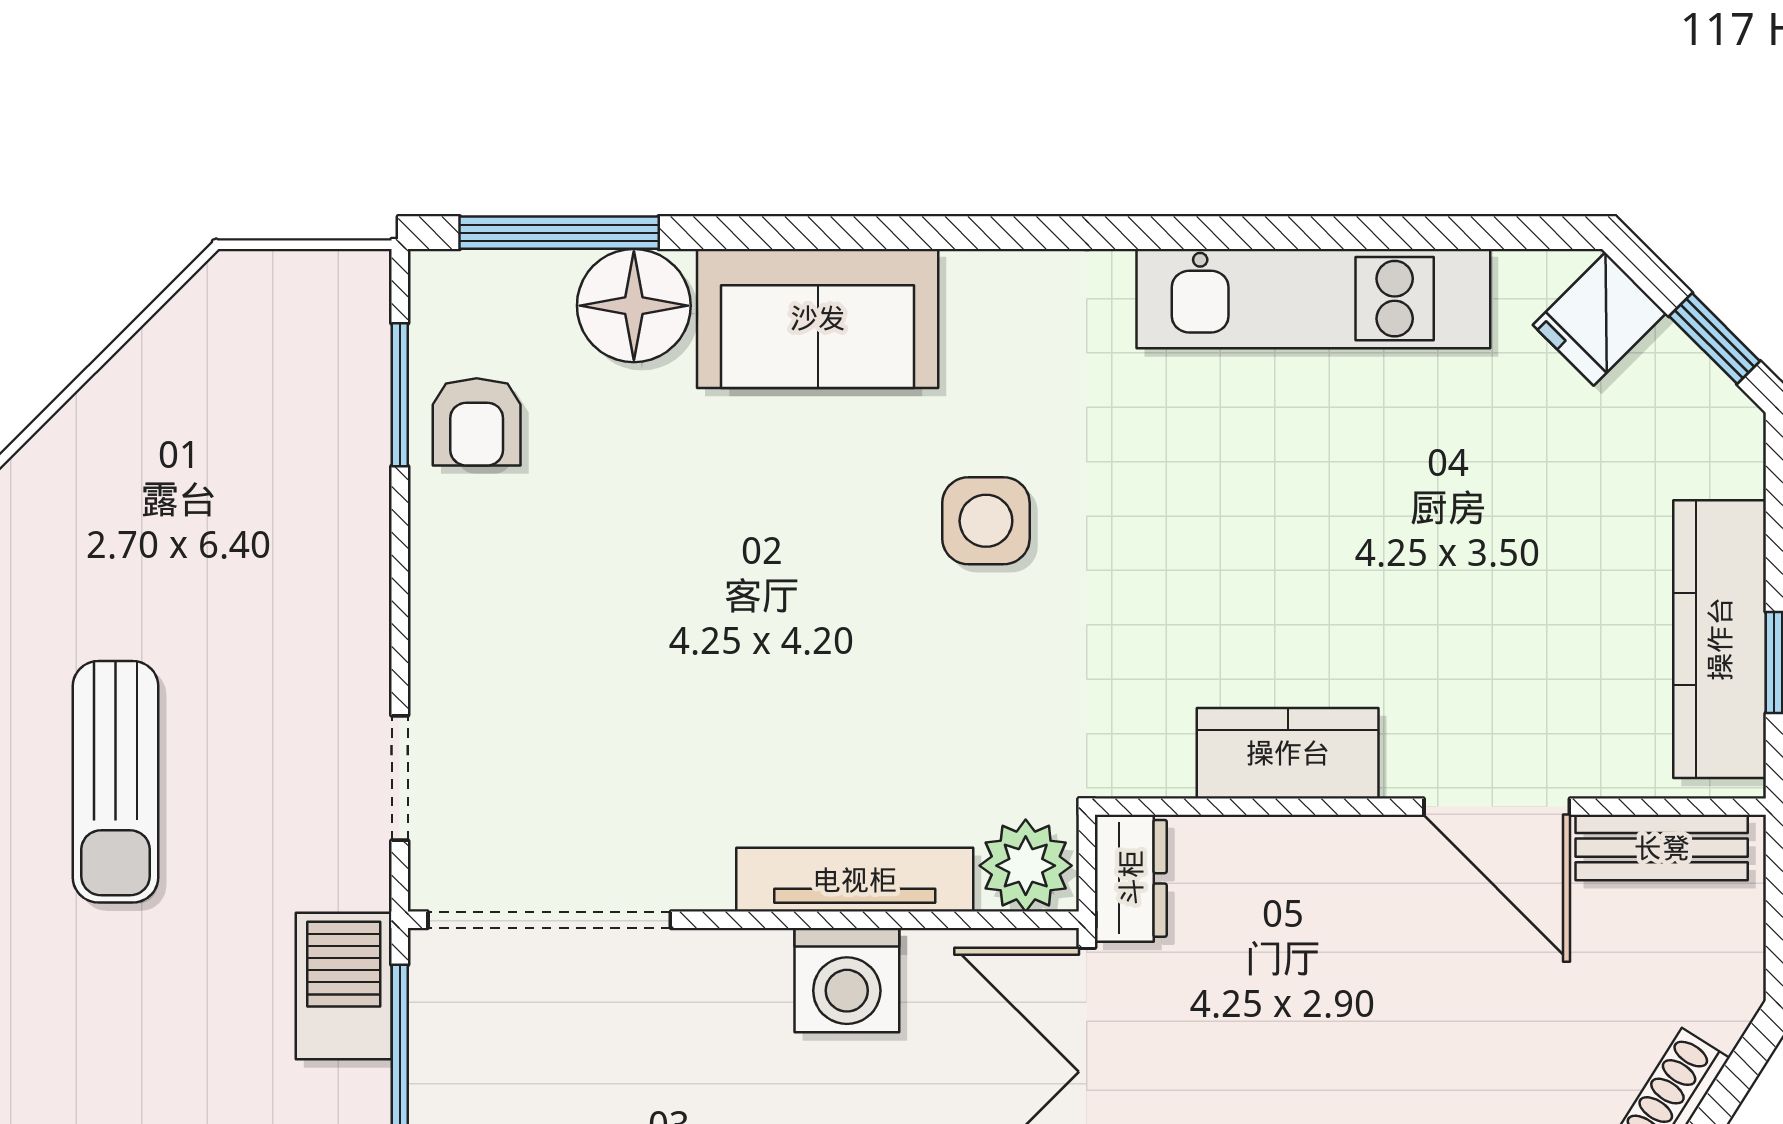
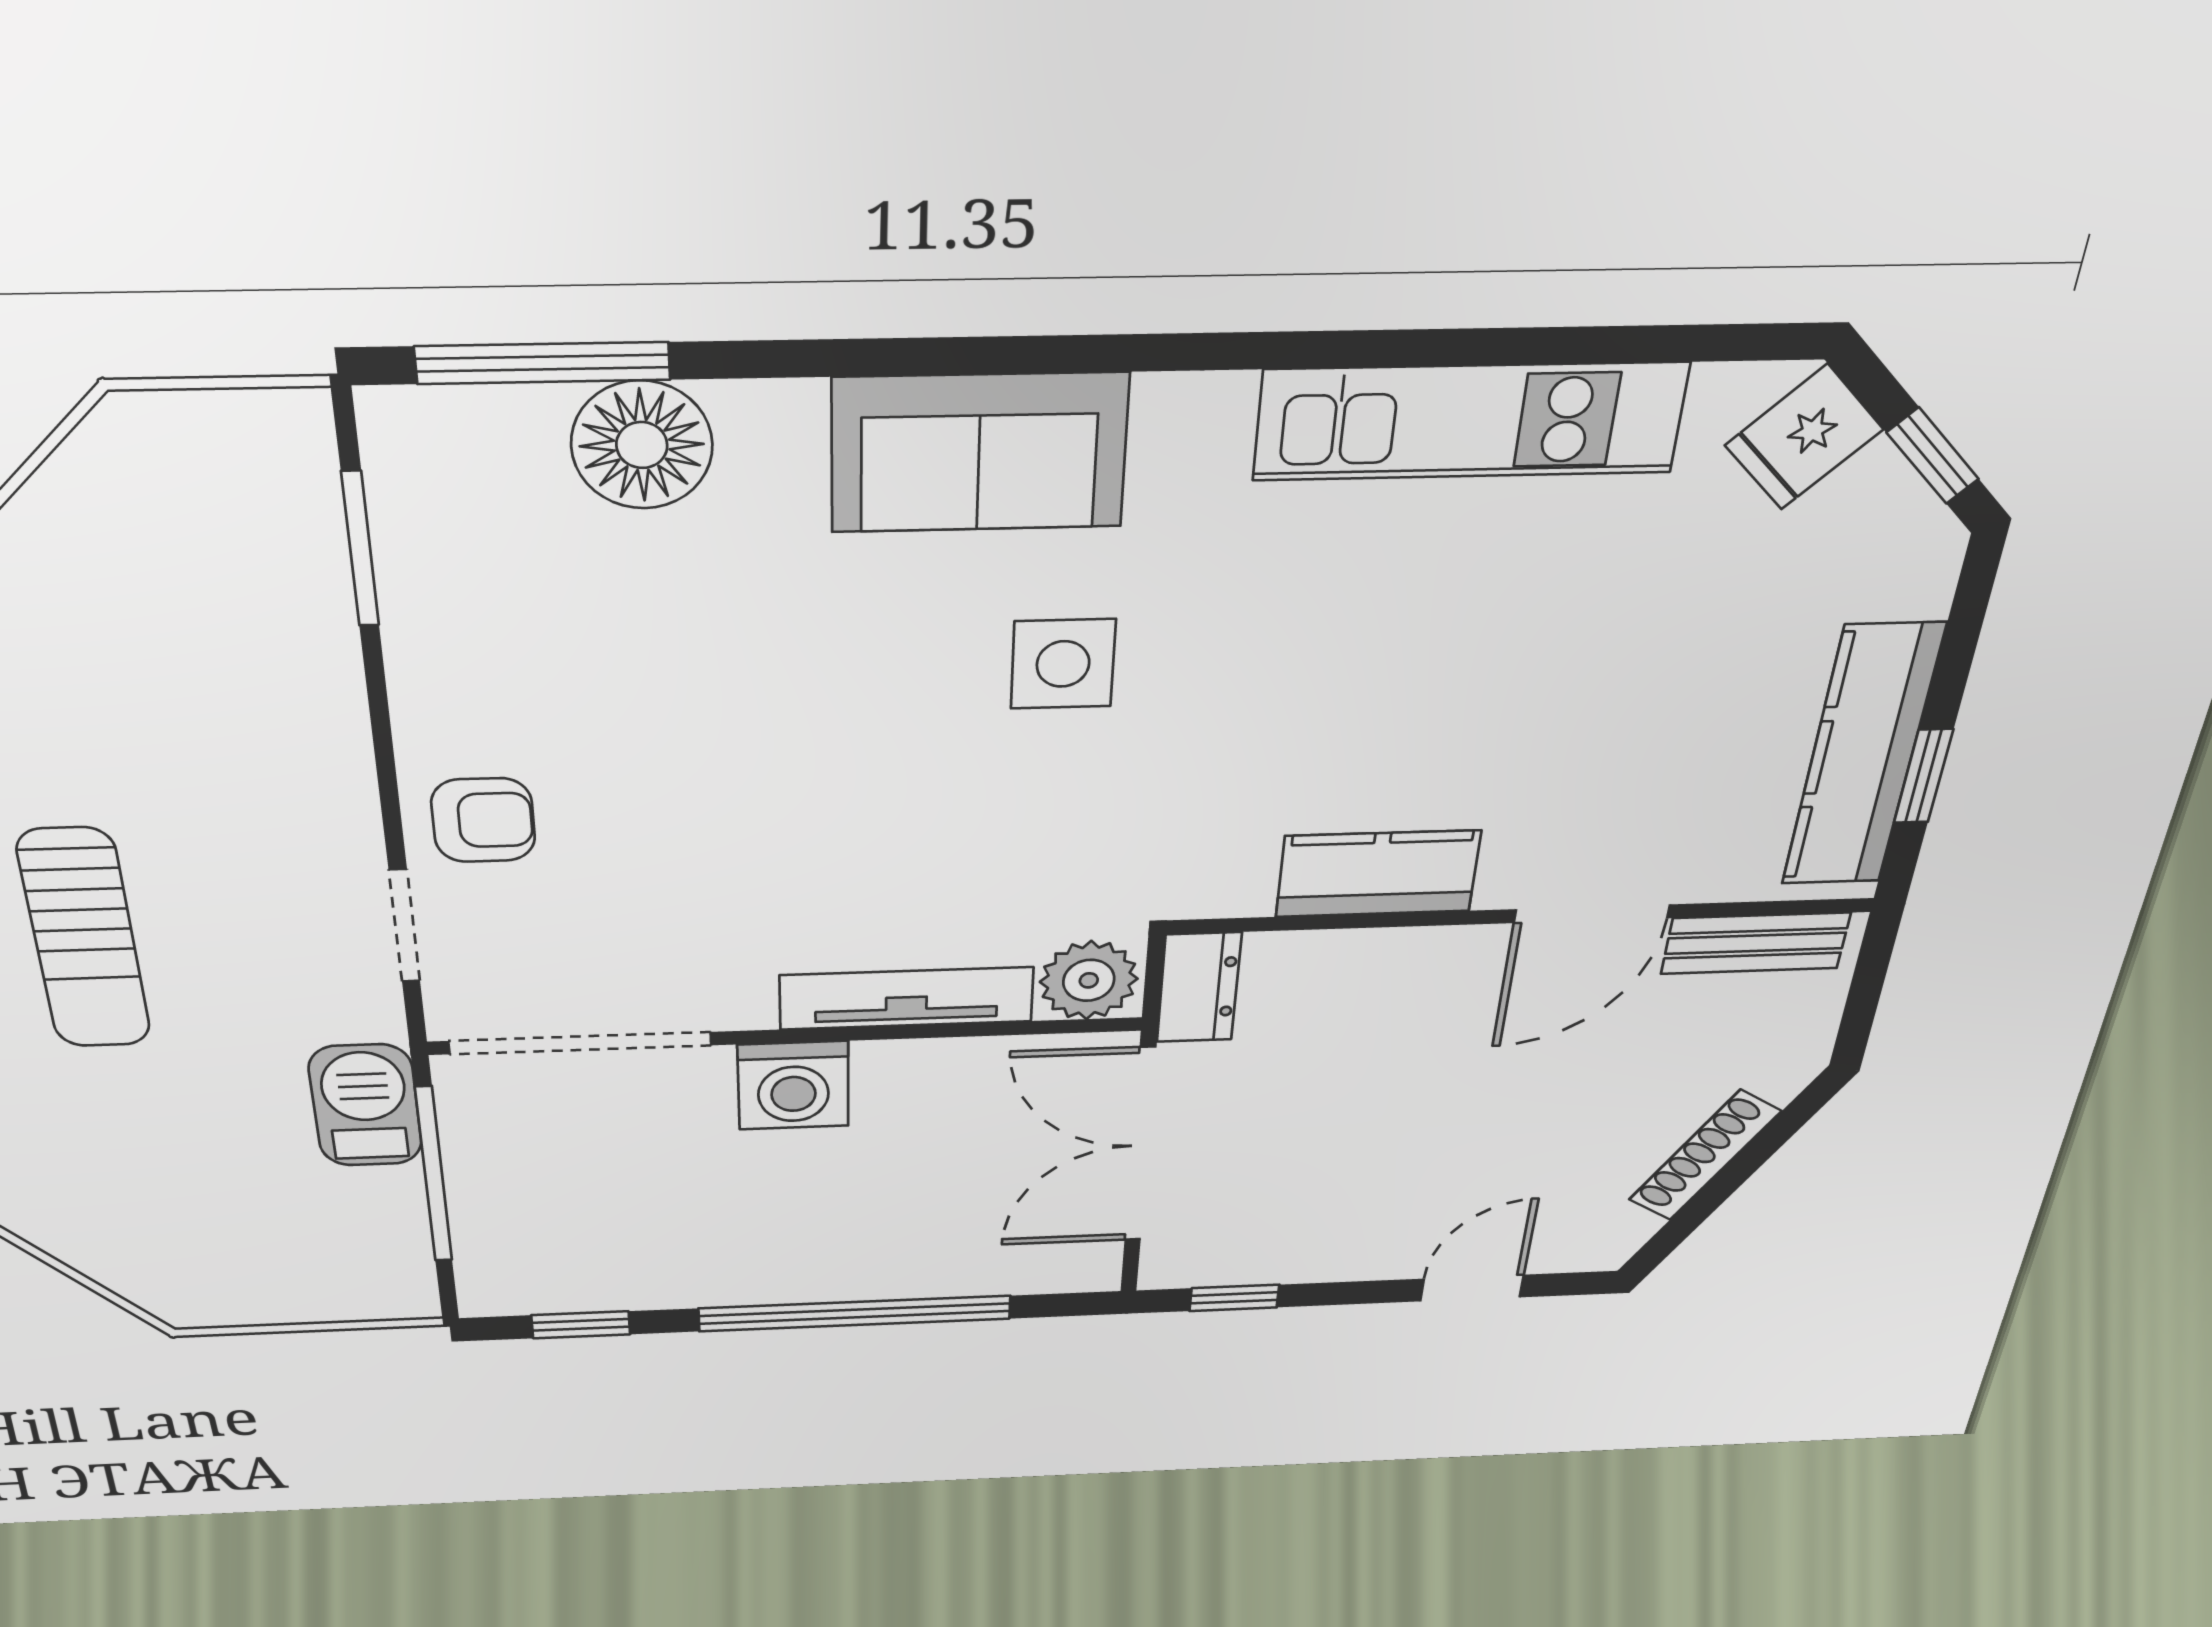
sofa: (818, 318) -> (979, 453), moved
armchair: (477, 422) -> (483, 820), moved, turned -90
door: (1497, 807) -> (1592, 914), hinge flipped
washing machine: (847, 980) -> (793, 1085), moved

